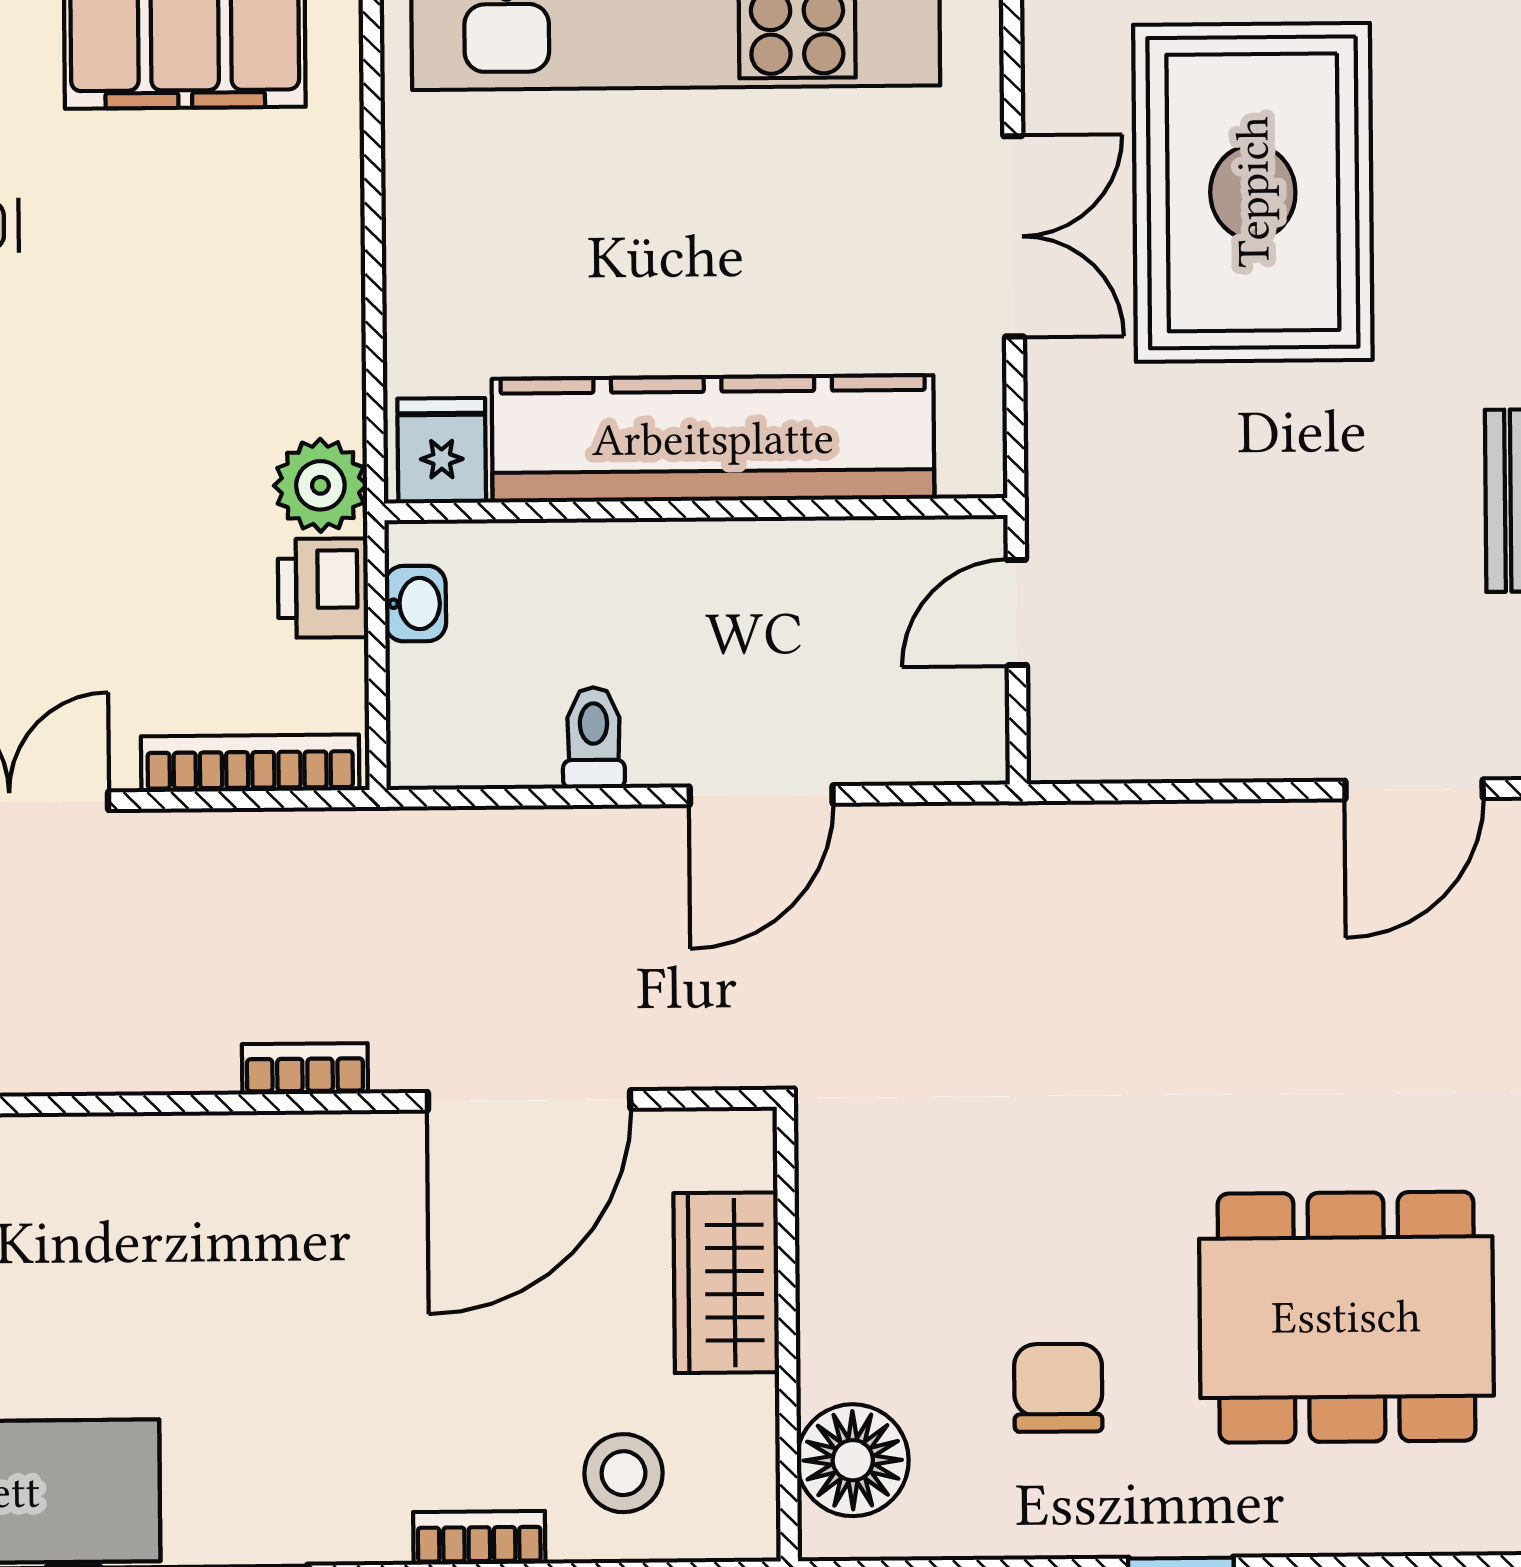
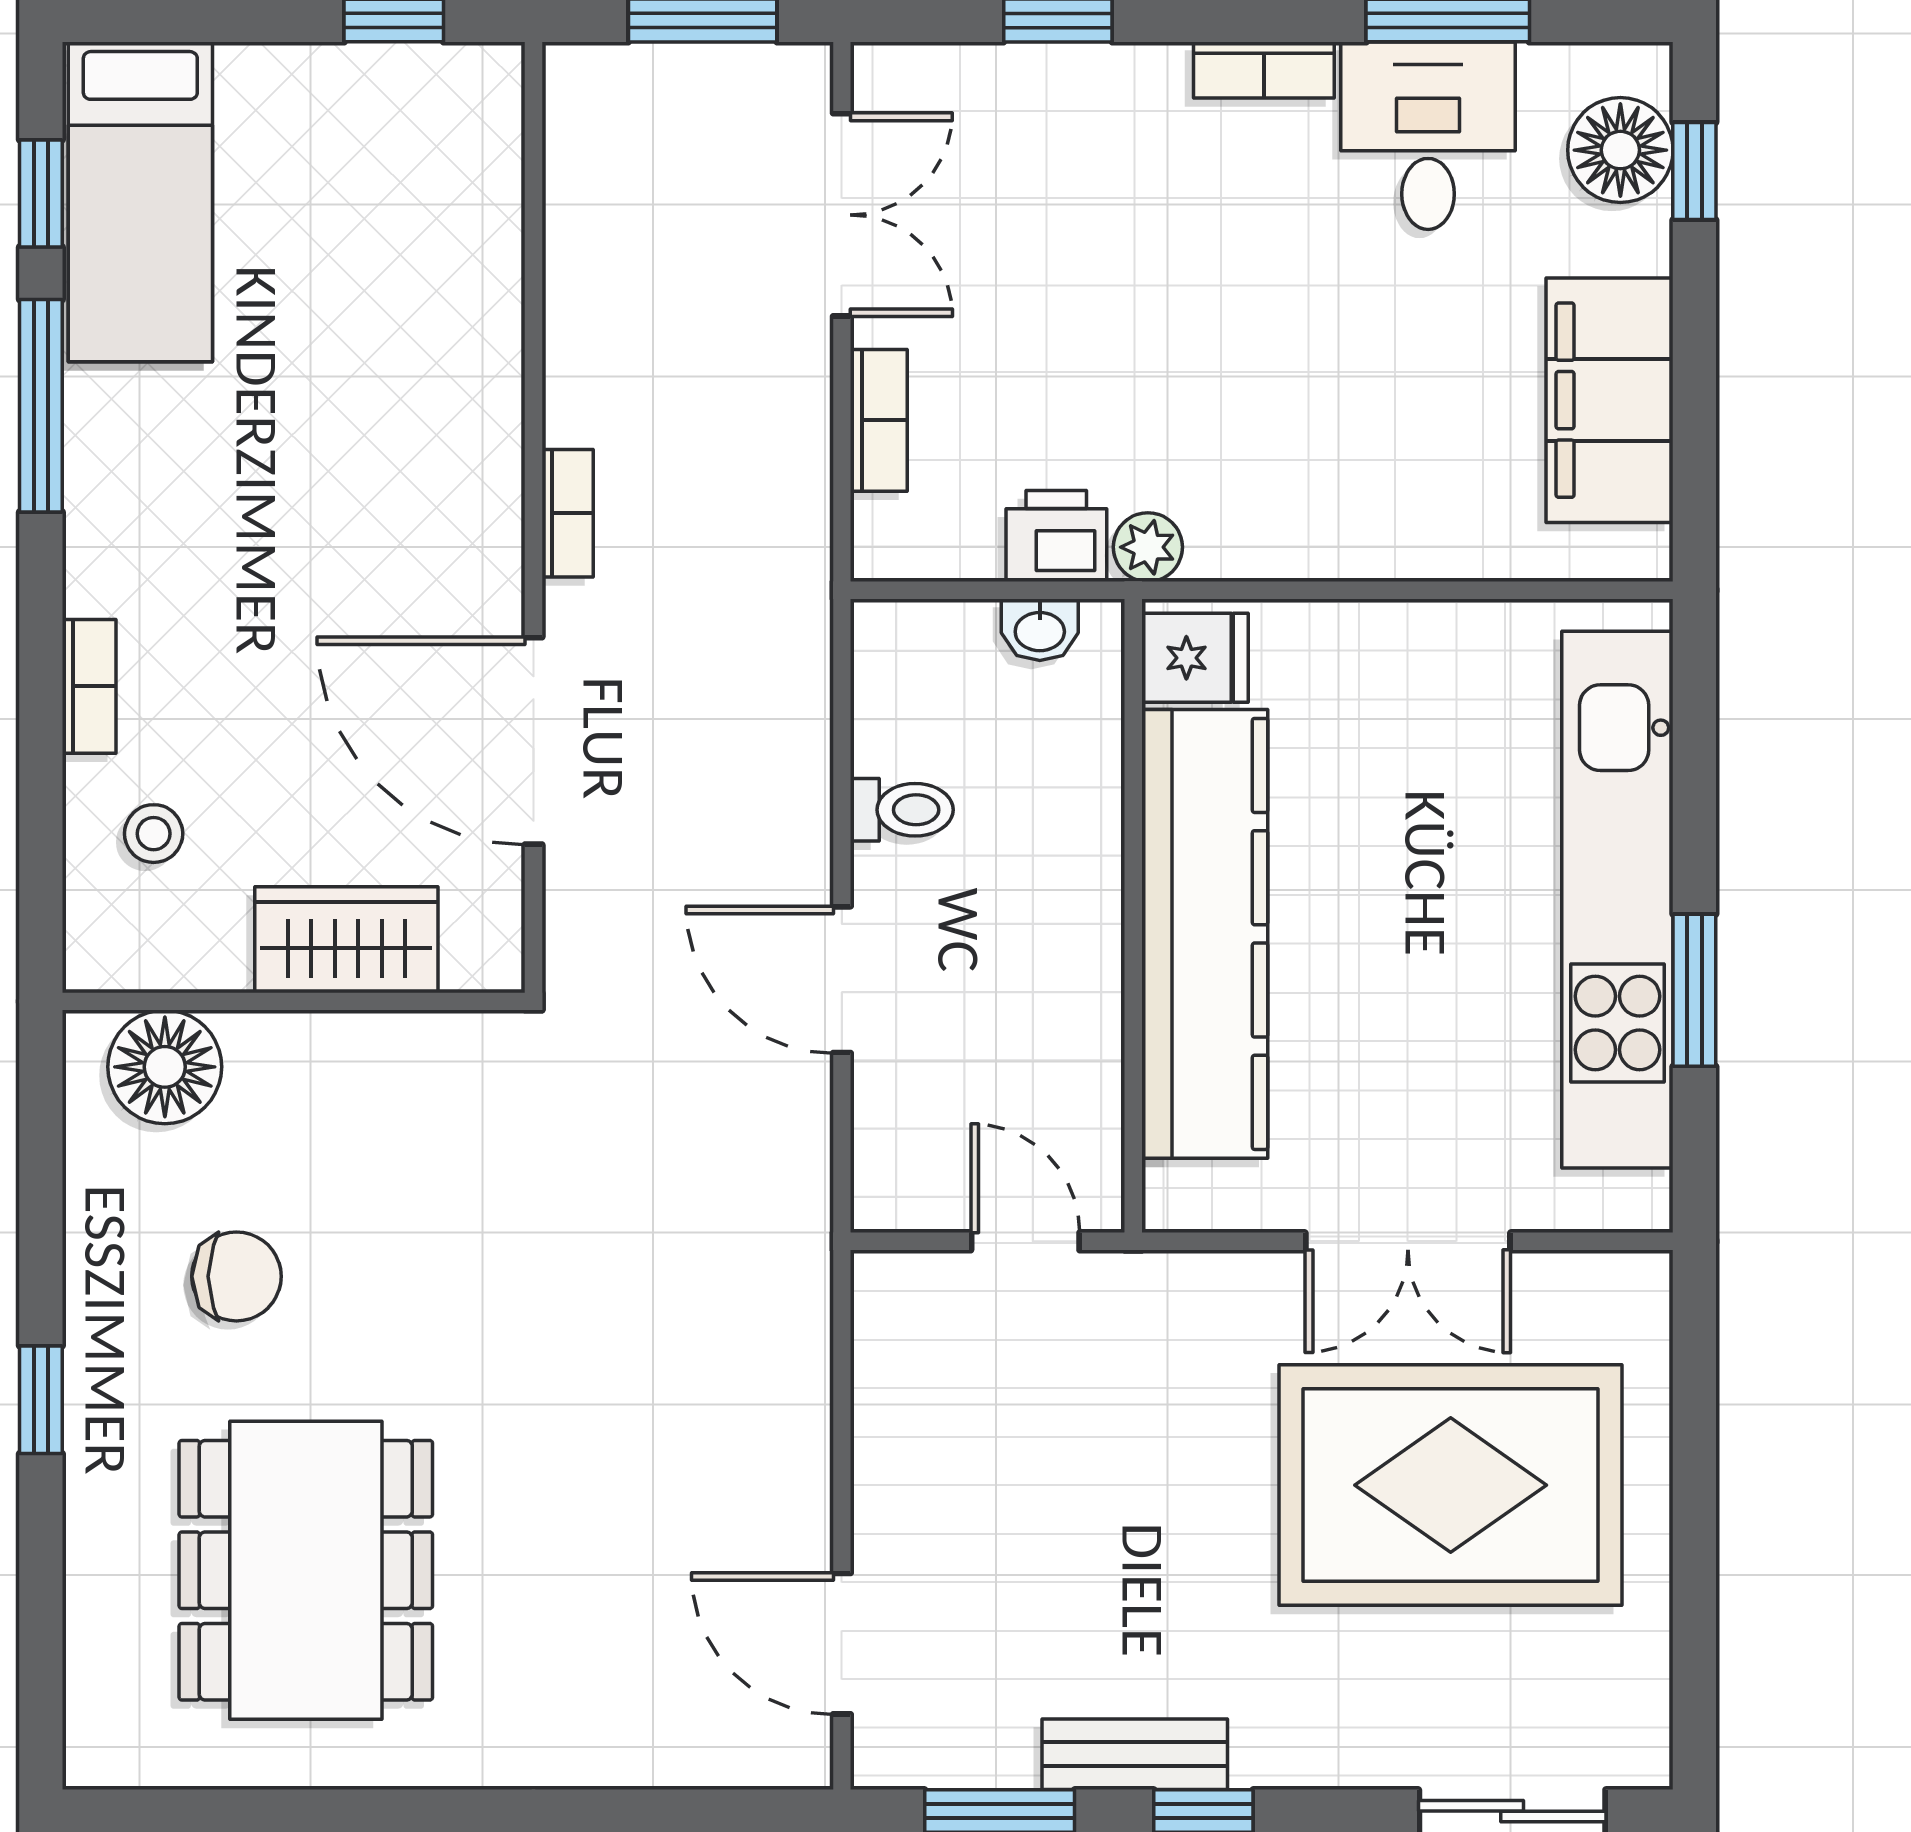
plant: (320, 485) -> (1148, 547), width x0.73, depth x0.73
bookcase: (250, 763) -> (879, 420), width x0.64
stool: (623, 1473) -> (154, 834), width x0.73, depth x0.73

